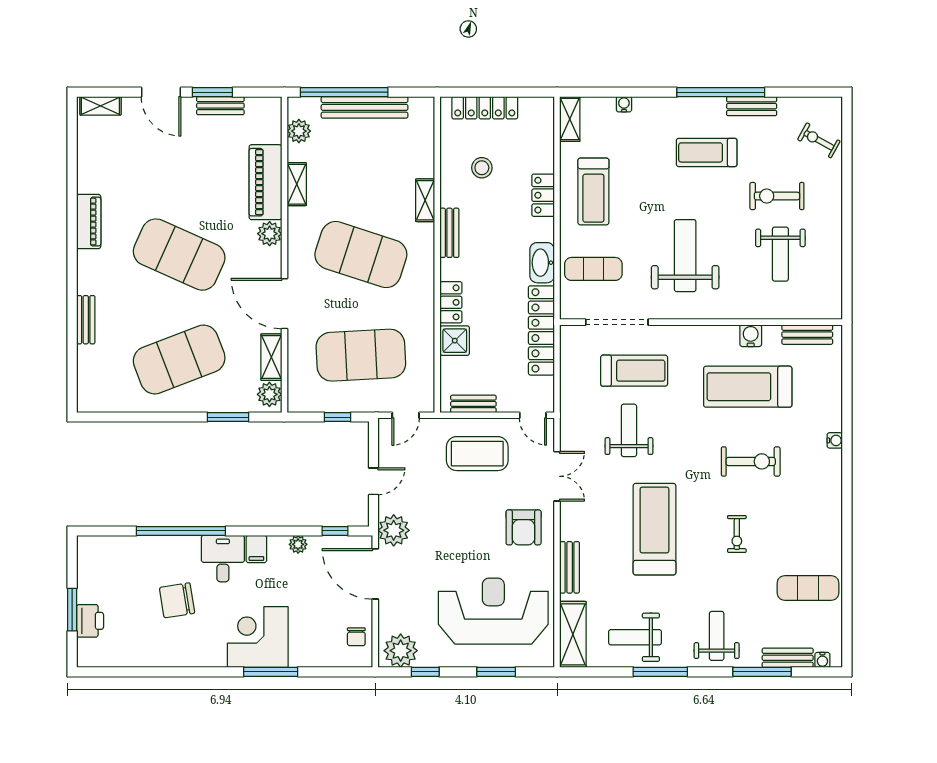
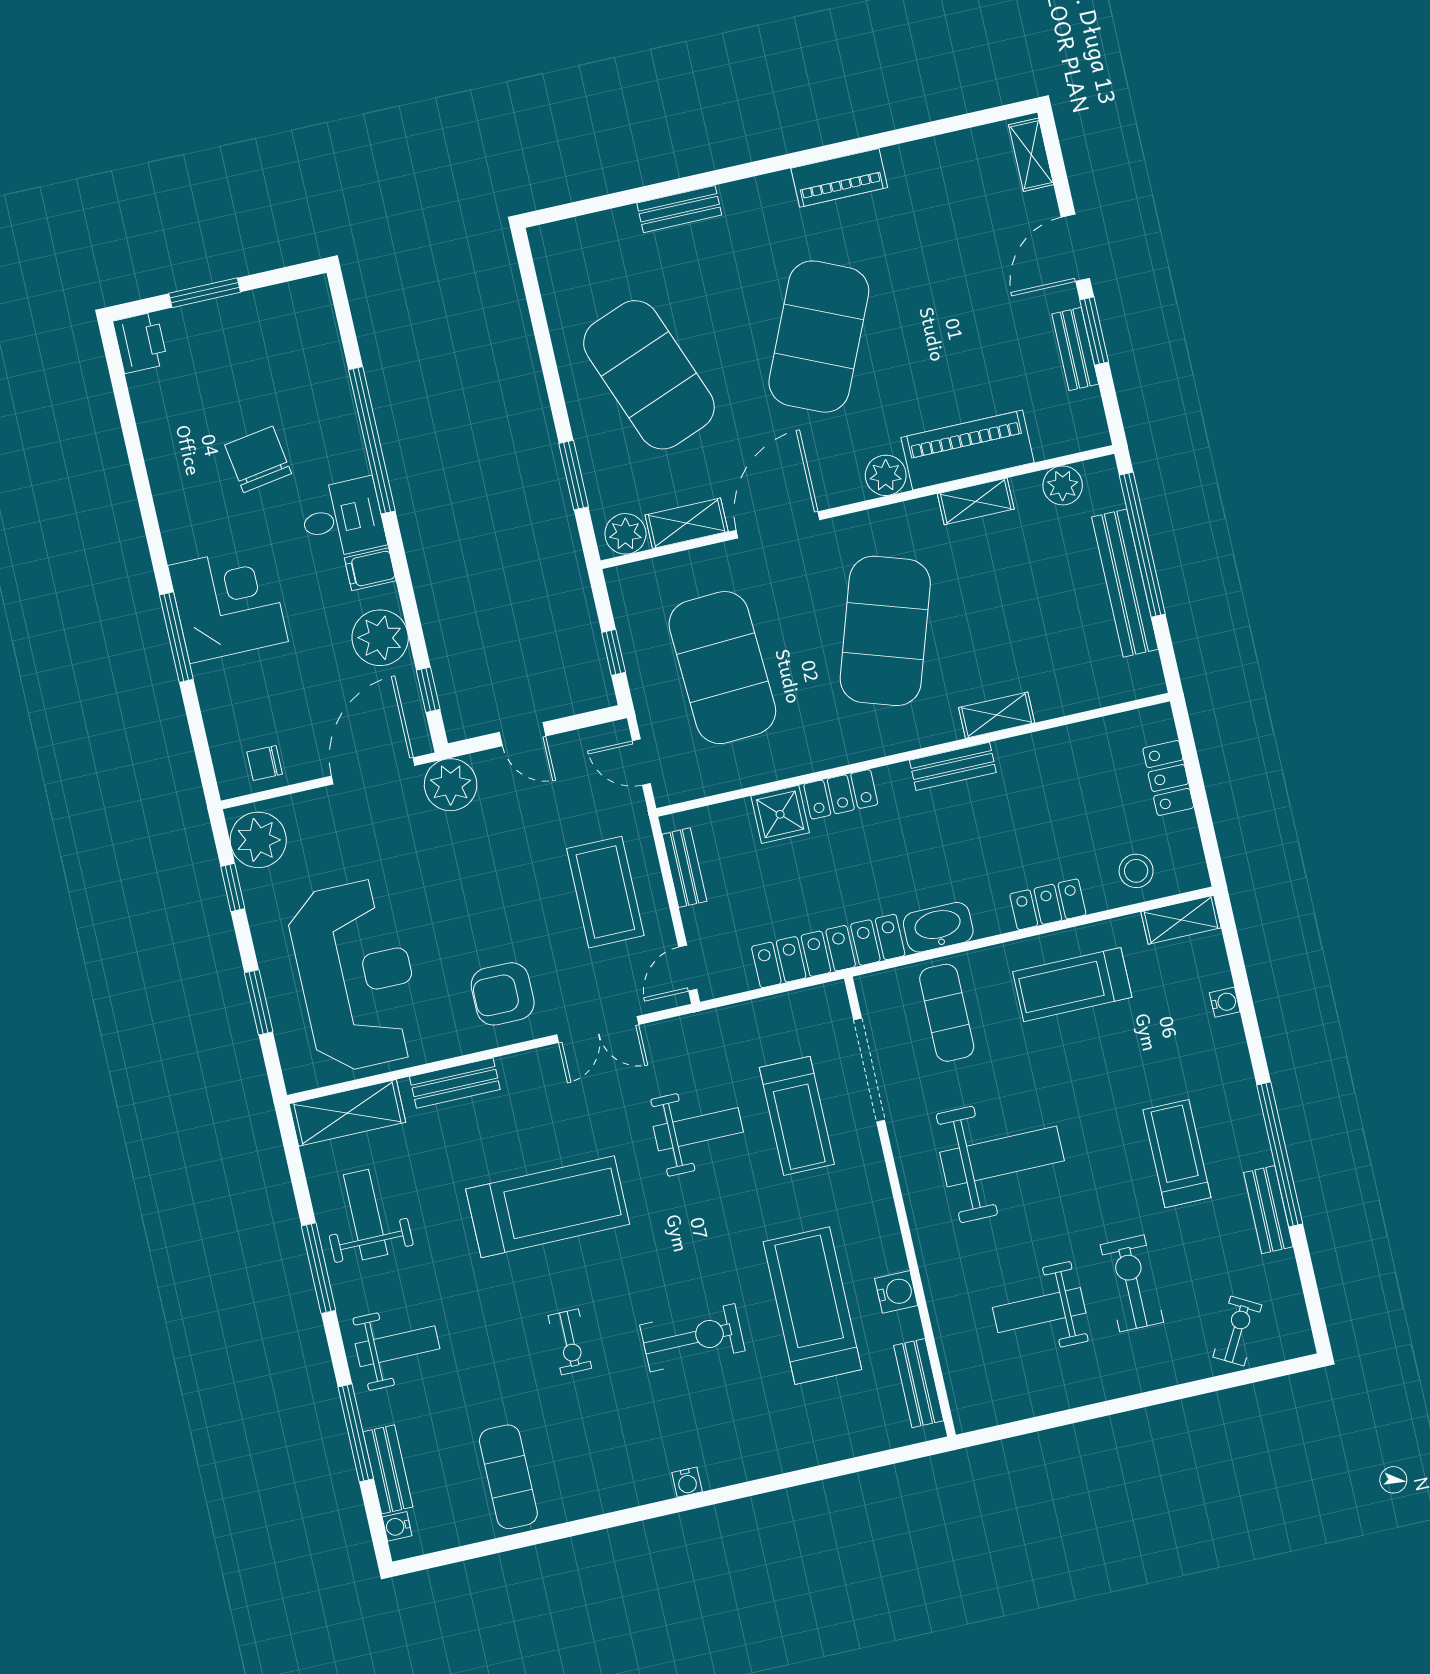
locker: (485, 108) -> (1168, 778), width x0.66
stool: (482, 168) -> (1136, 871), moved
water cooler: (835, 440) -> (687, 1482), moved
exercise bike: (751, 461) -> (692, 1338), turned -90
exercise bike: (737, 534) -> (570, 1342), turned -90
plant: (298, 544) -> (380, 638), width x1.88, depth x1.88
printer: (90, 621) -> (140, 343), moved, turned -90

